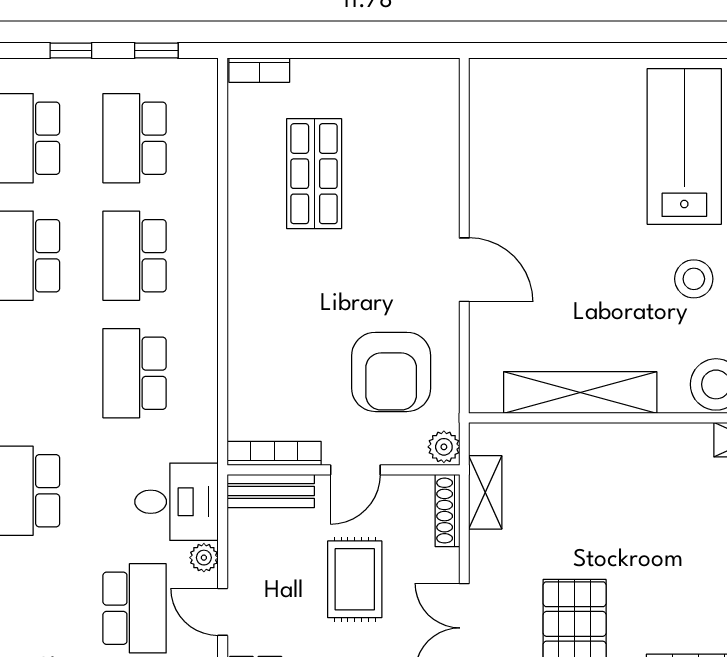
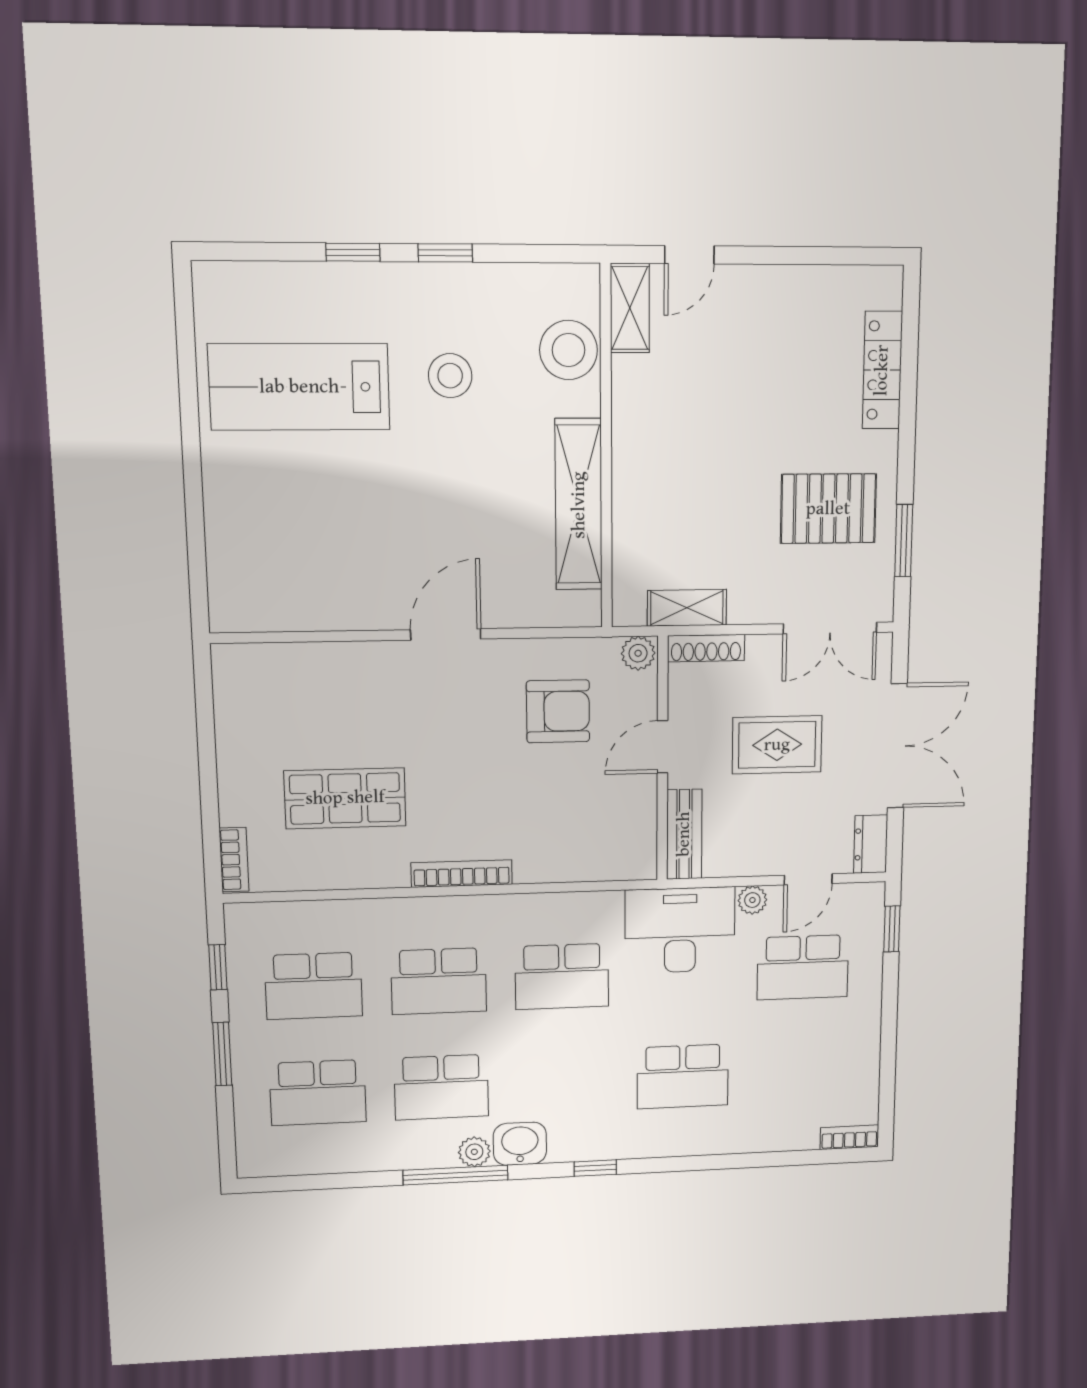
window: (71, 51) -> (222, 1054), width x1.50
armchair: (391, 372) -> (558, 711), width x0.73, depth x0.73
bookcase: (274, 453) -> (462, 874), moved, turned 90
door: (355, 470) -> (662, 747), swing flipped
desk: (176, 502) -> (680, 930), width x1.37
school desk: (135, 608) -> (803, 967), turned 180

